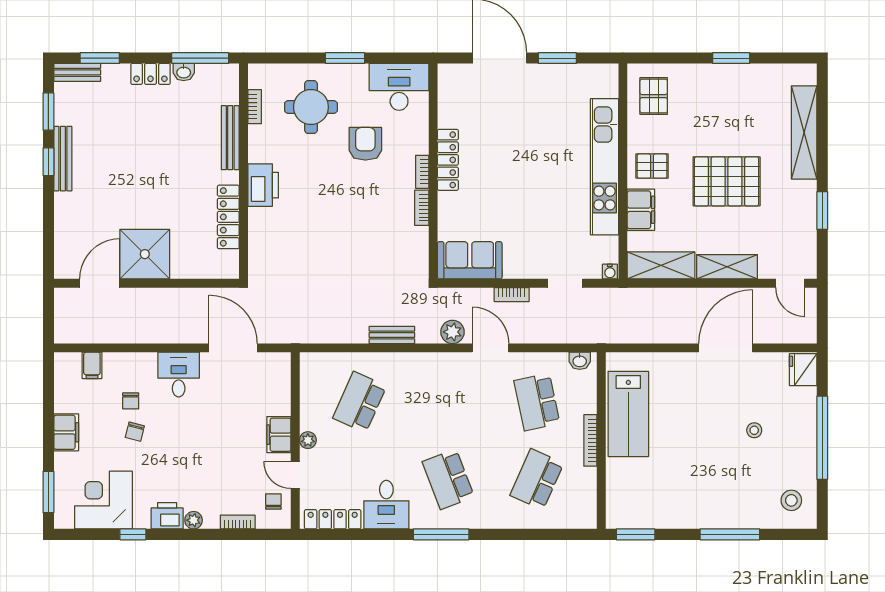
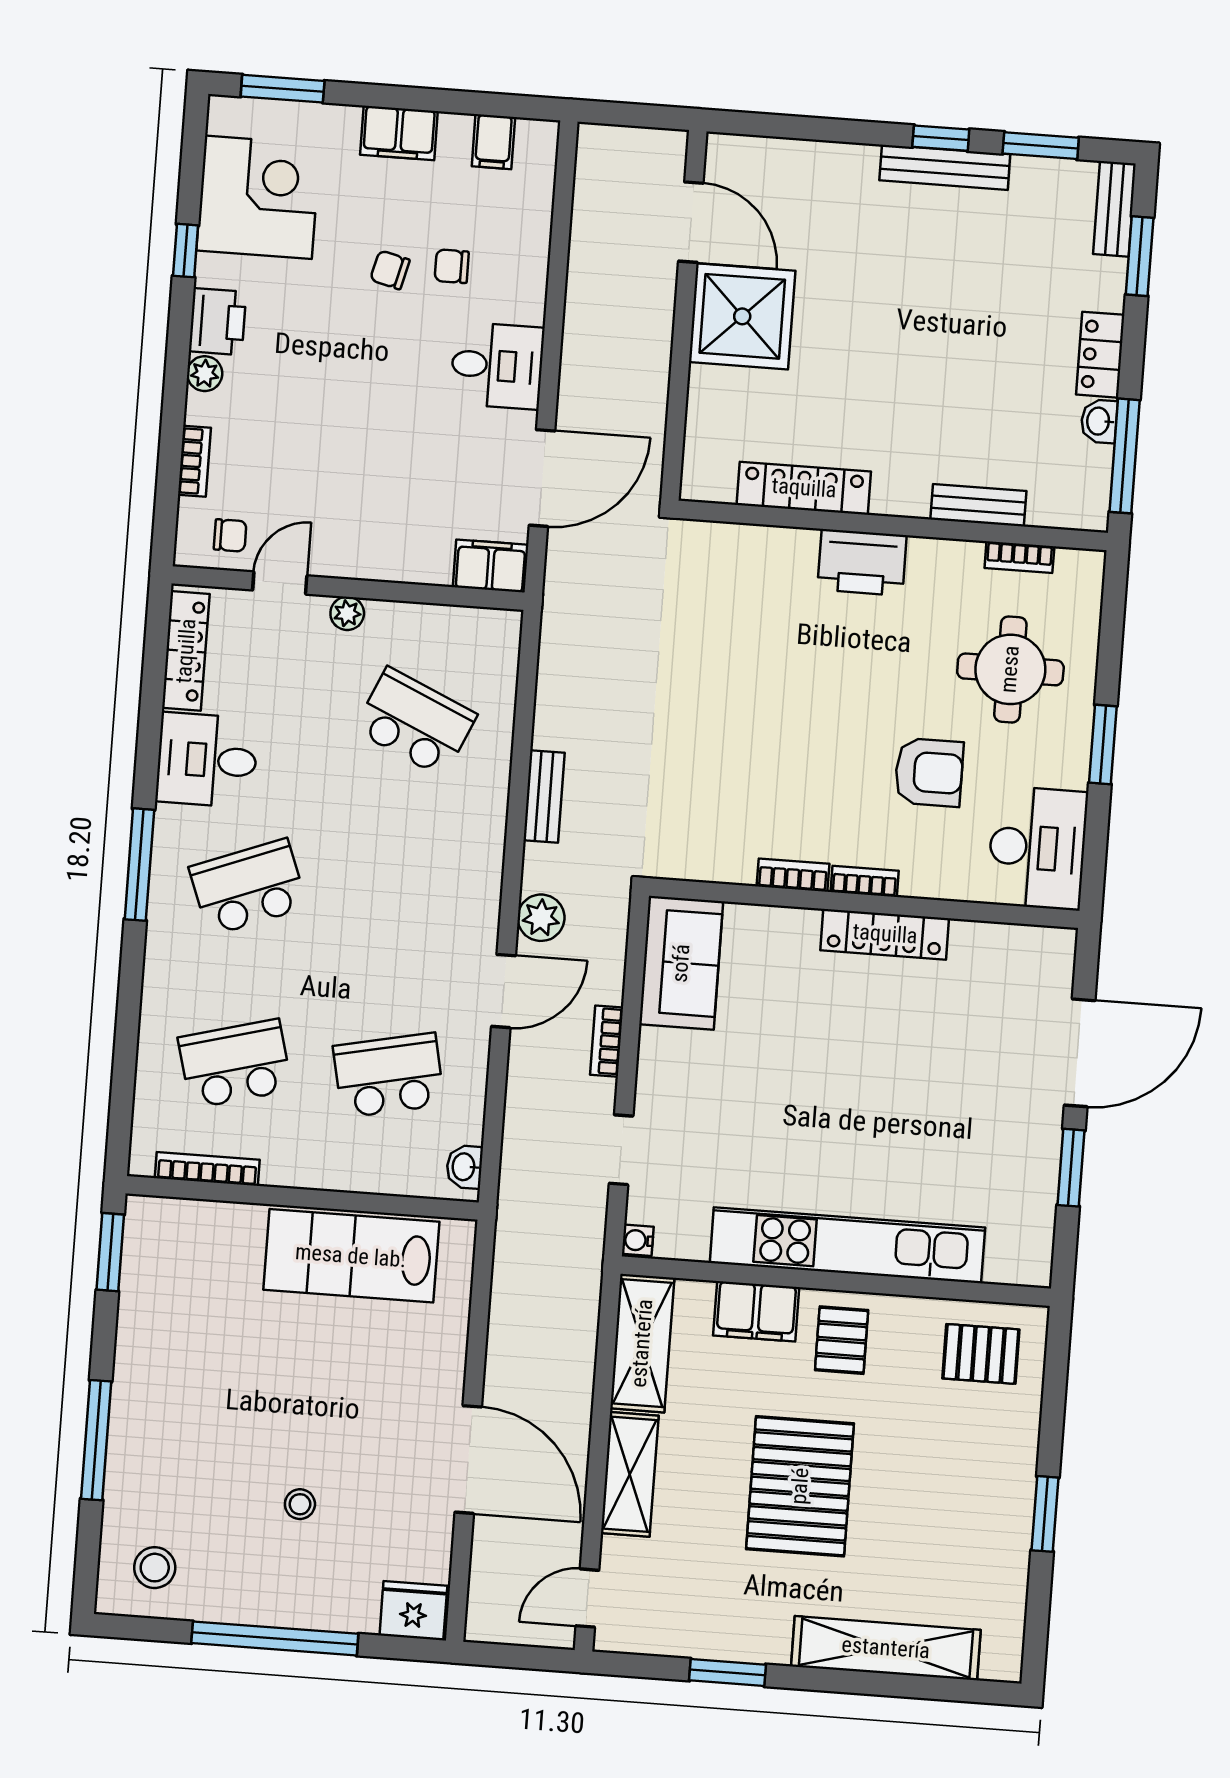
bench: (230, 138) -> (978, 505), width x0.73
filing cabinet: (92, 365) -> (493, 142), moved, turned -90
filing cabinet: (279, 435) -> (491, 566), moved
bookcase: (590, 440) -> (207, 1169), moved
school desk: (537, 479) -> (235, 1064), turned -39

